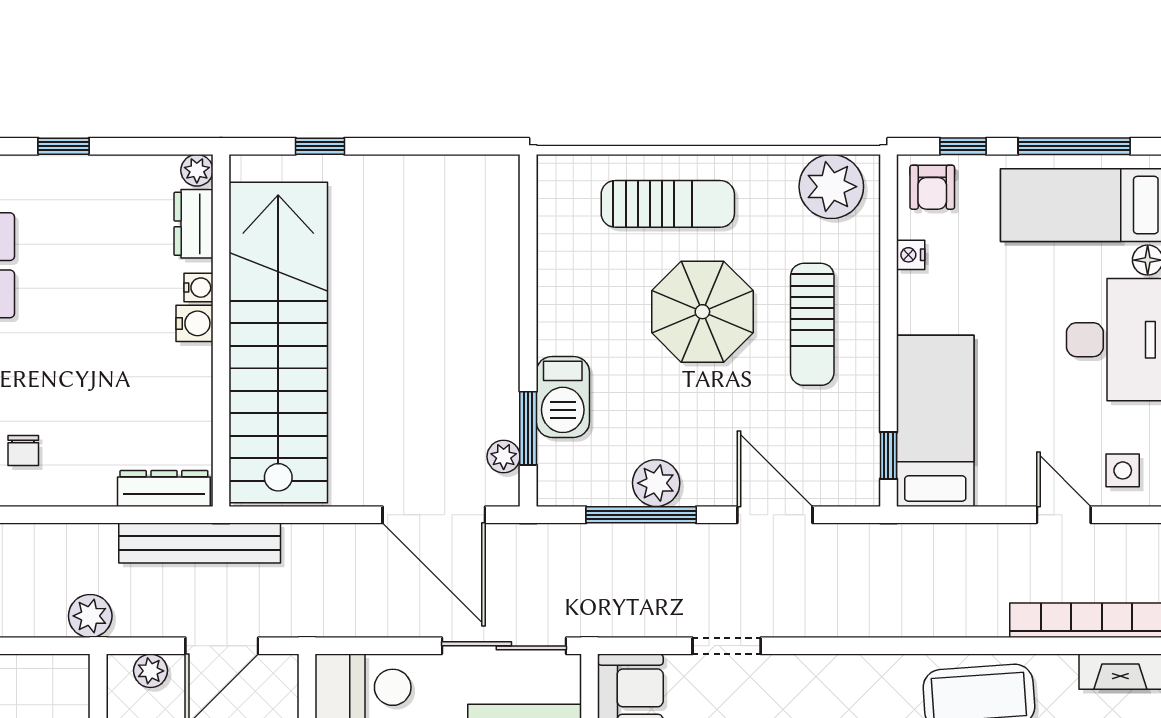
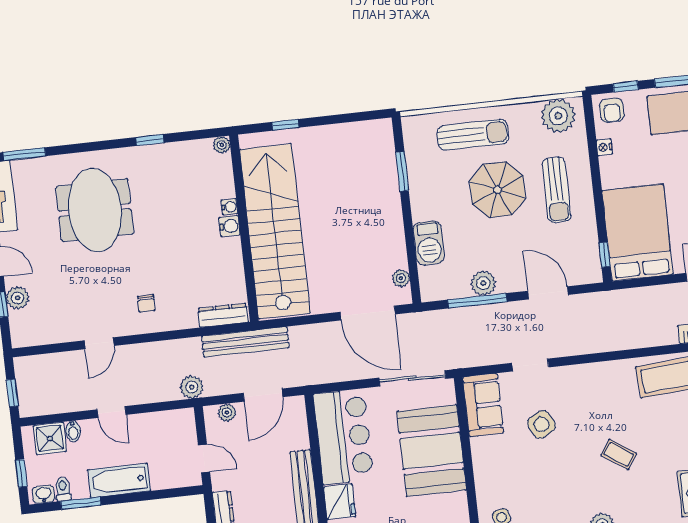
dresser: (193, 224) -> (223, 173), removed
bed: (935, 421) -> (637, 233), width x1.50
window: (528, 428) -> (402, 172), moved

